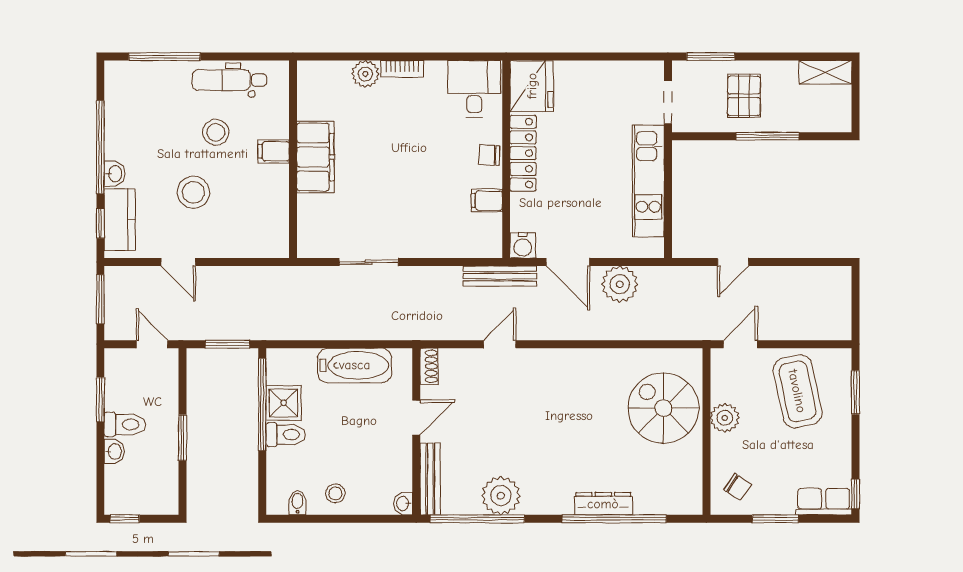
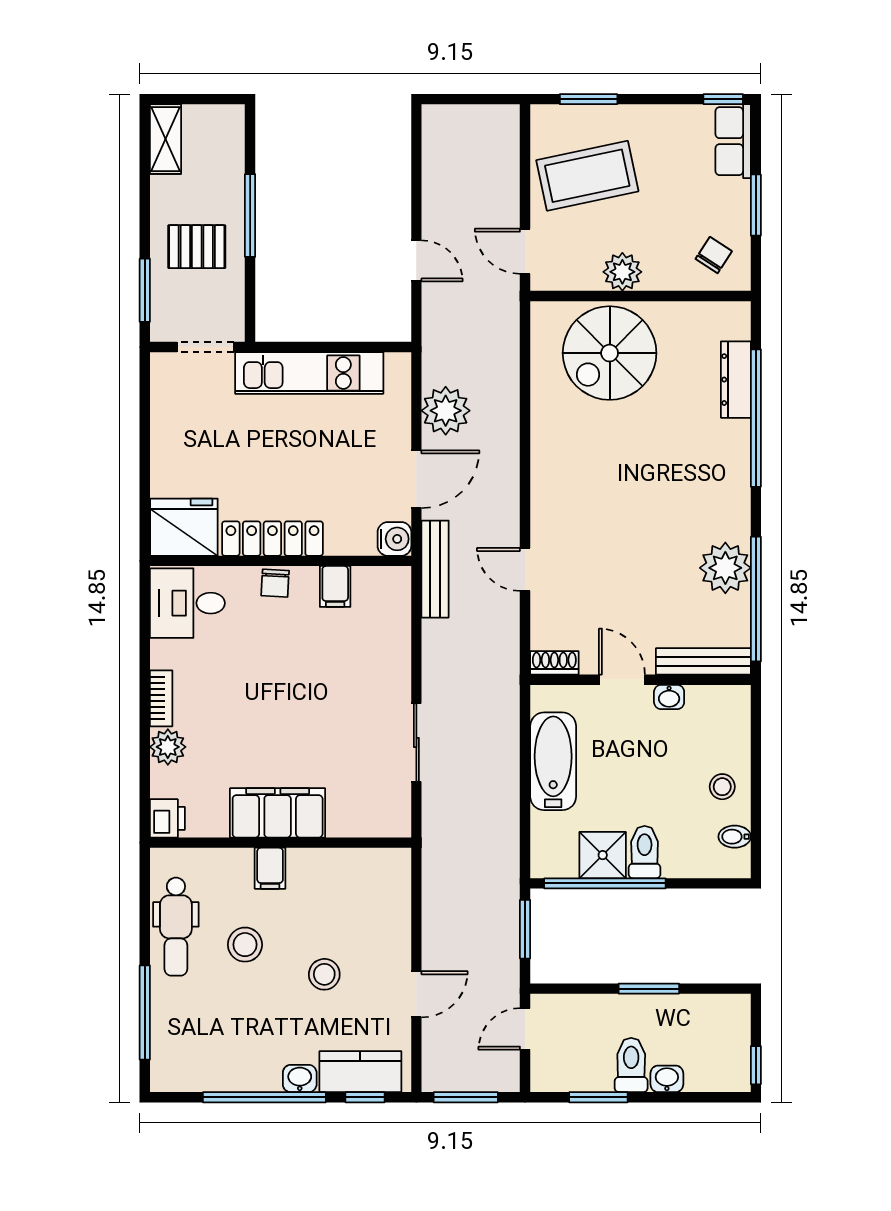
printer: (311, 74) -> (167, 818), added
stool: (193, 192) -> (324, 974), width x0.73, depth x0.73
washbasin: (403, 504) -> (669, 697), moved
dresser: (603, 504) -> (736, 380), moved

